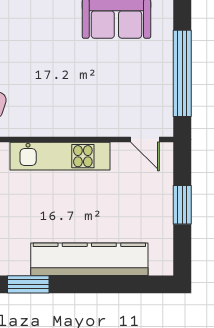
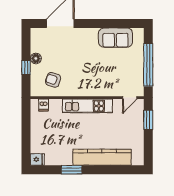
door: (145, 139) -> (130, 98), hinge flipped
window: (182, 205) -> (148, 120), moved

